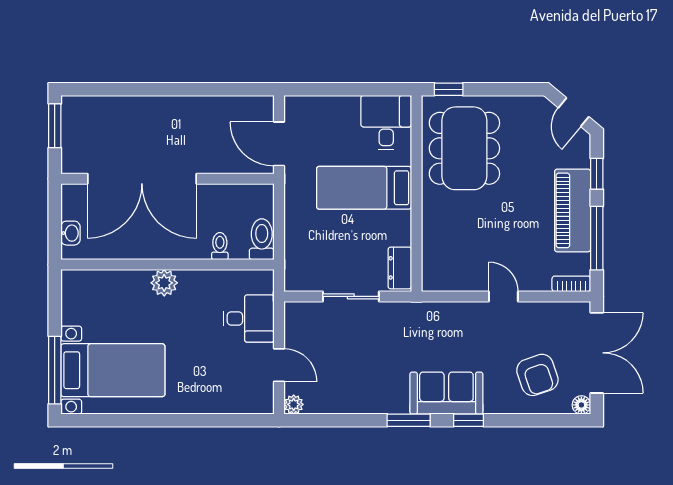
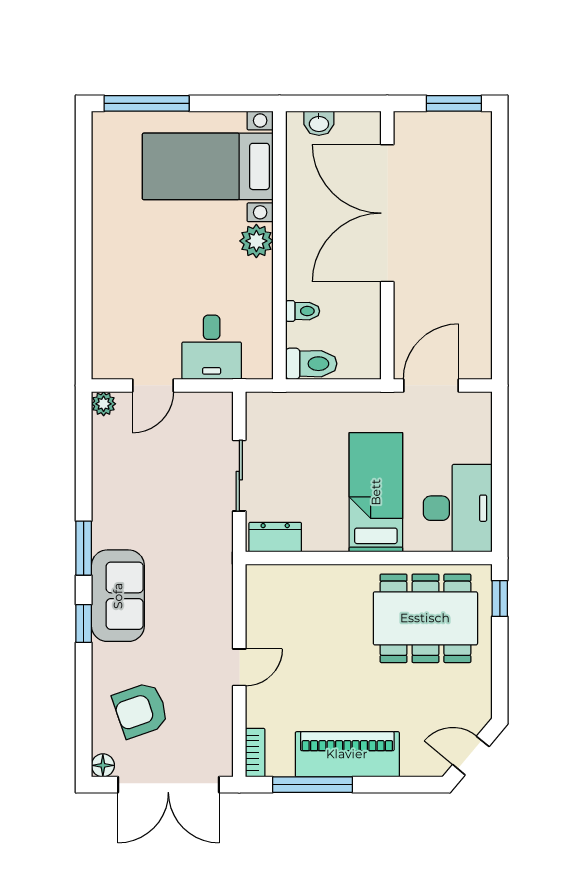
desk: (386, 123) -> (458, 508), width x1.37
window: (597, 174) -> (393, 785), removed
bed with nightstands: (113, 370) -> (208, 166), moved, turned 90

